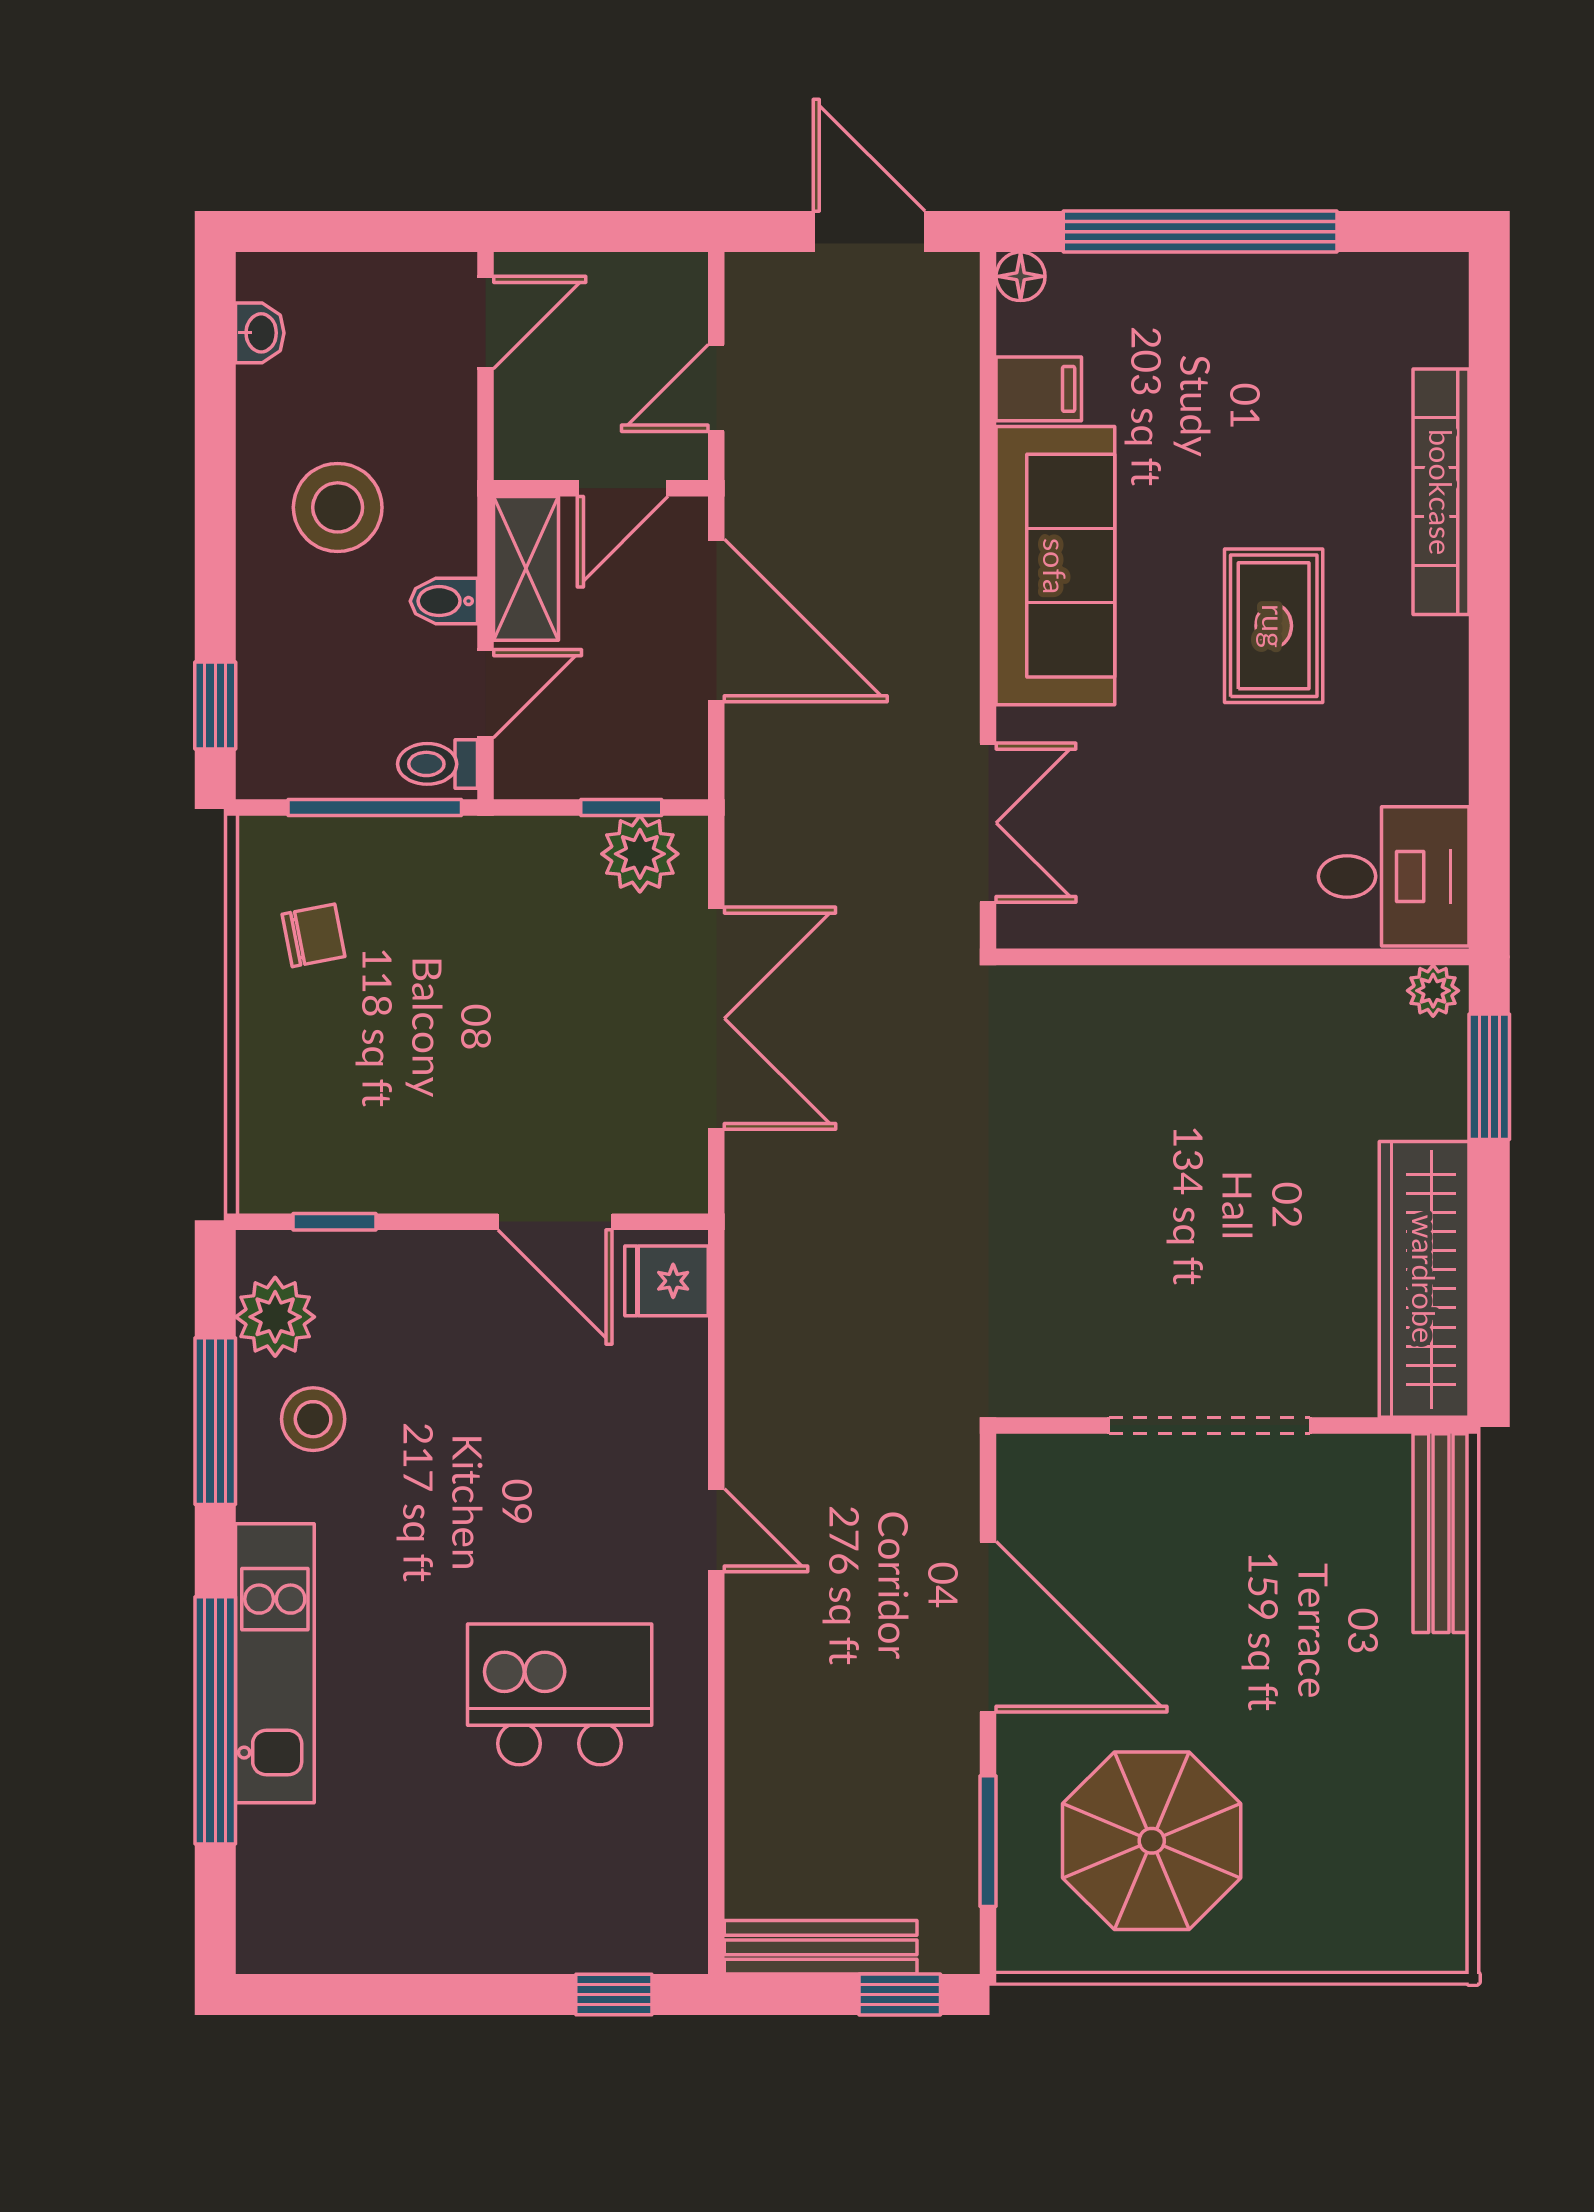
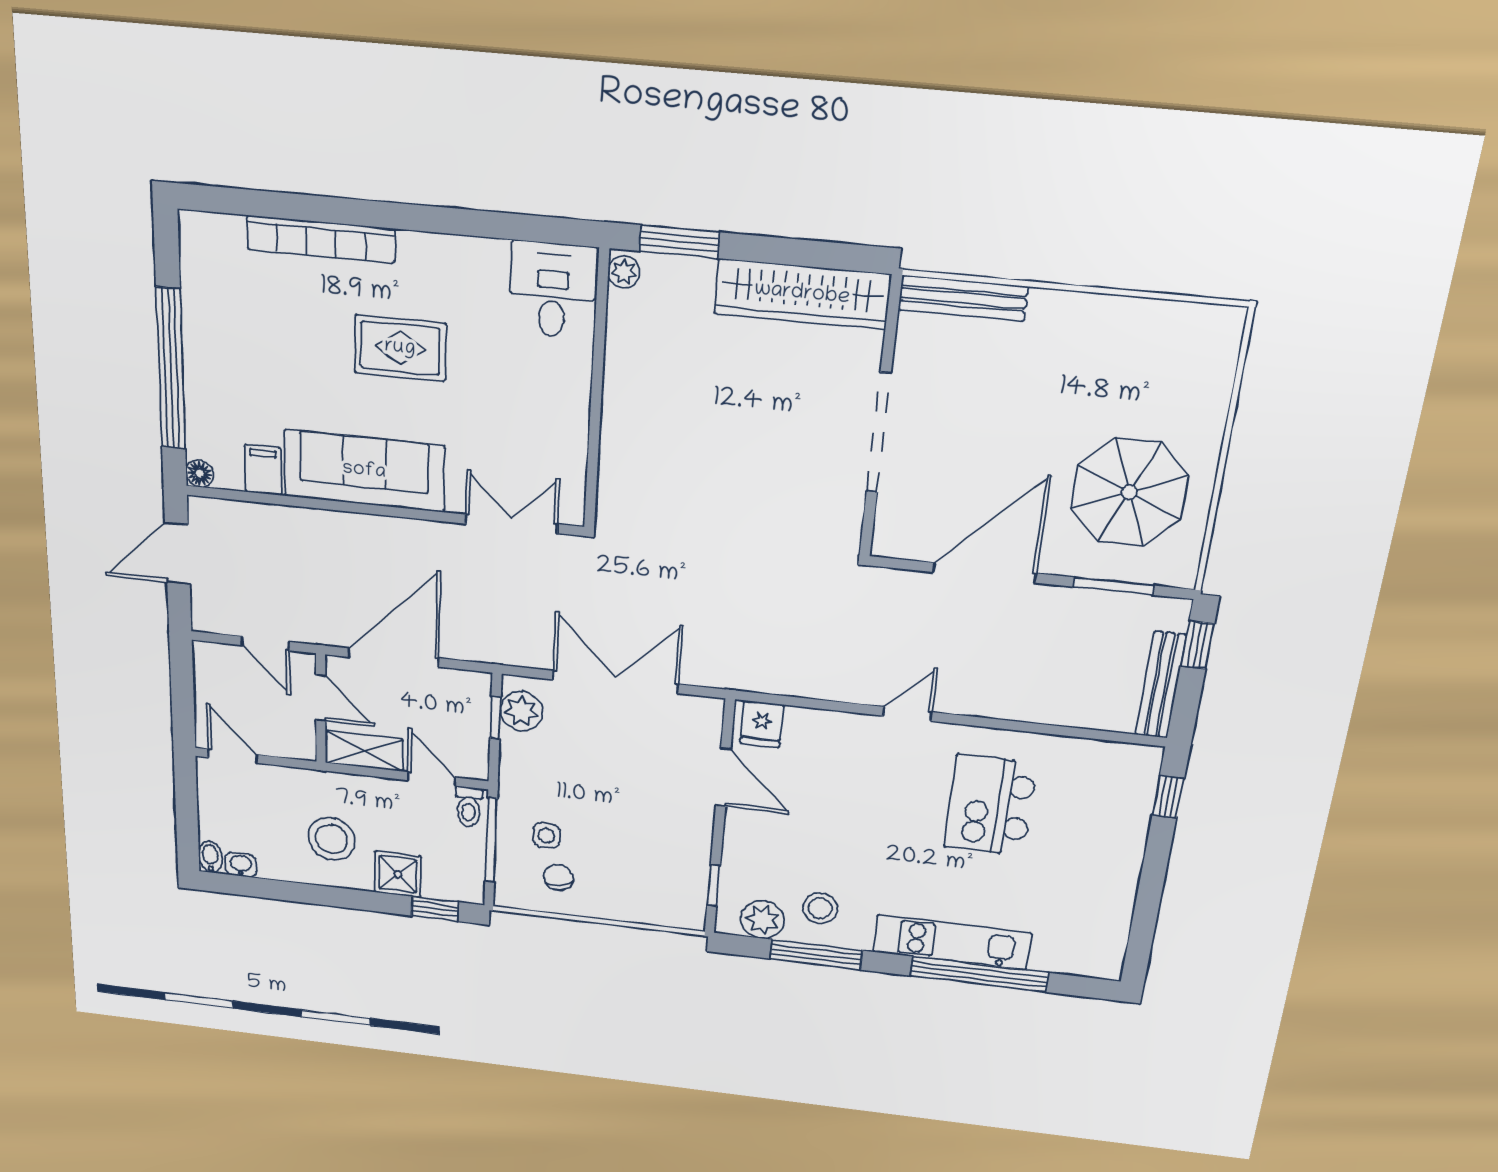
bidet: (444, 601) -> (210, 857), moved, turned 180
shower: (279, 634) -> (398, 874), added
side table: (397, 910) -> (547, 836), added
door: (555, 1222) -> (723, 777), hinge flipped

